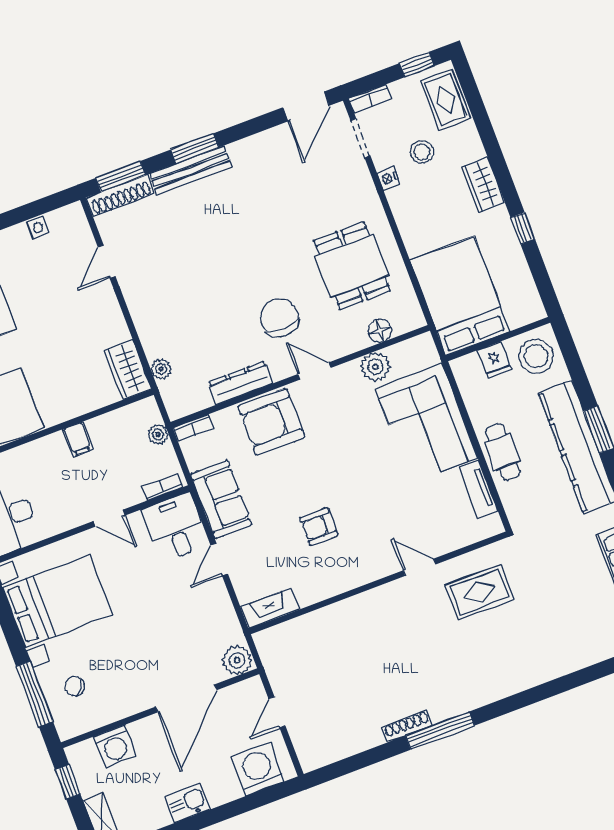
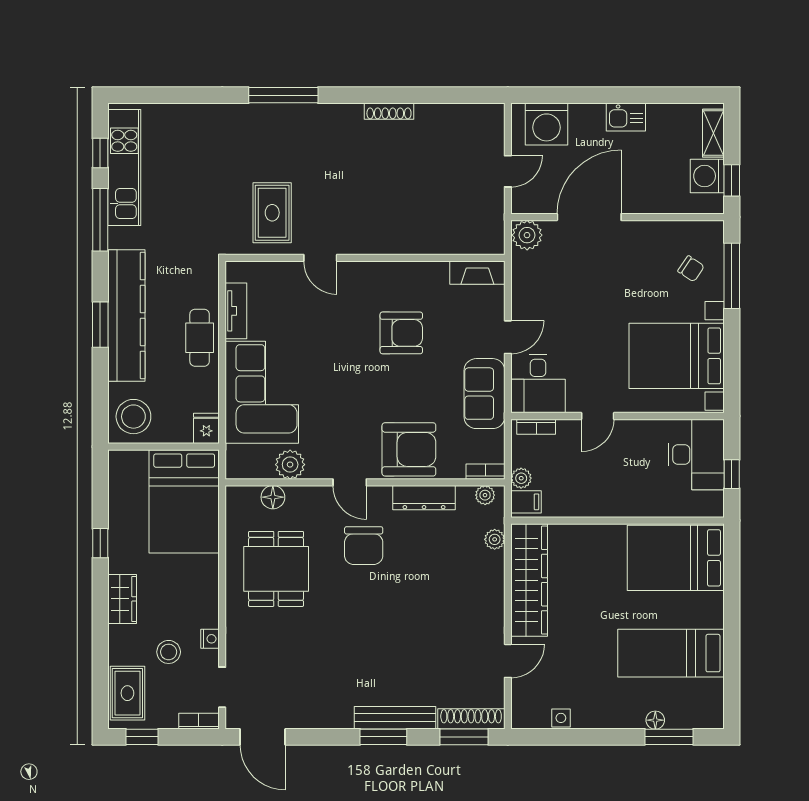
door: (306, 106) -> (263, 737), swing flipped
fridge: (495, 360) -> (206, 428), moved
wardrobe: (128, 370) -> (529, 580), width x2.10, depth x1.17
plant: (185, 406) -> (485, 495), added
filing cabinet: (78, 439) -> (526, 502), moved, turned 90
door: (109, 518) -> (598, 416), swing flipped
armchair: (319, 526) -> (401, 333), width x1.38, depth x1.38
rug: (479, 592) -> (272, 213), turned 90
window: (440, 731) -> (283, 95), moved
washing machine: (115, 746) -> (707, 176), moved, turned -90

